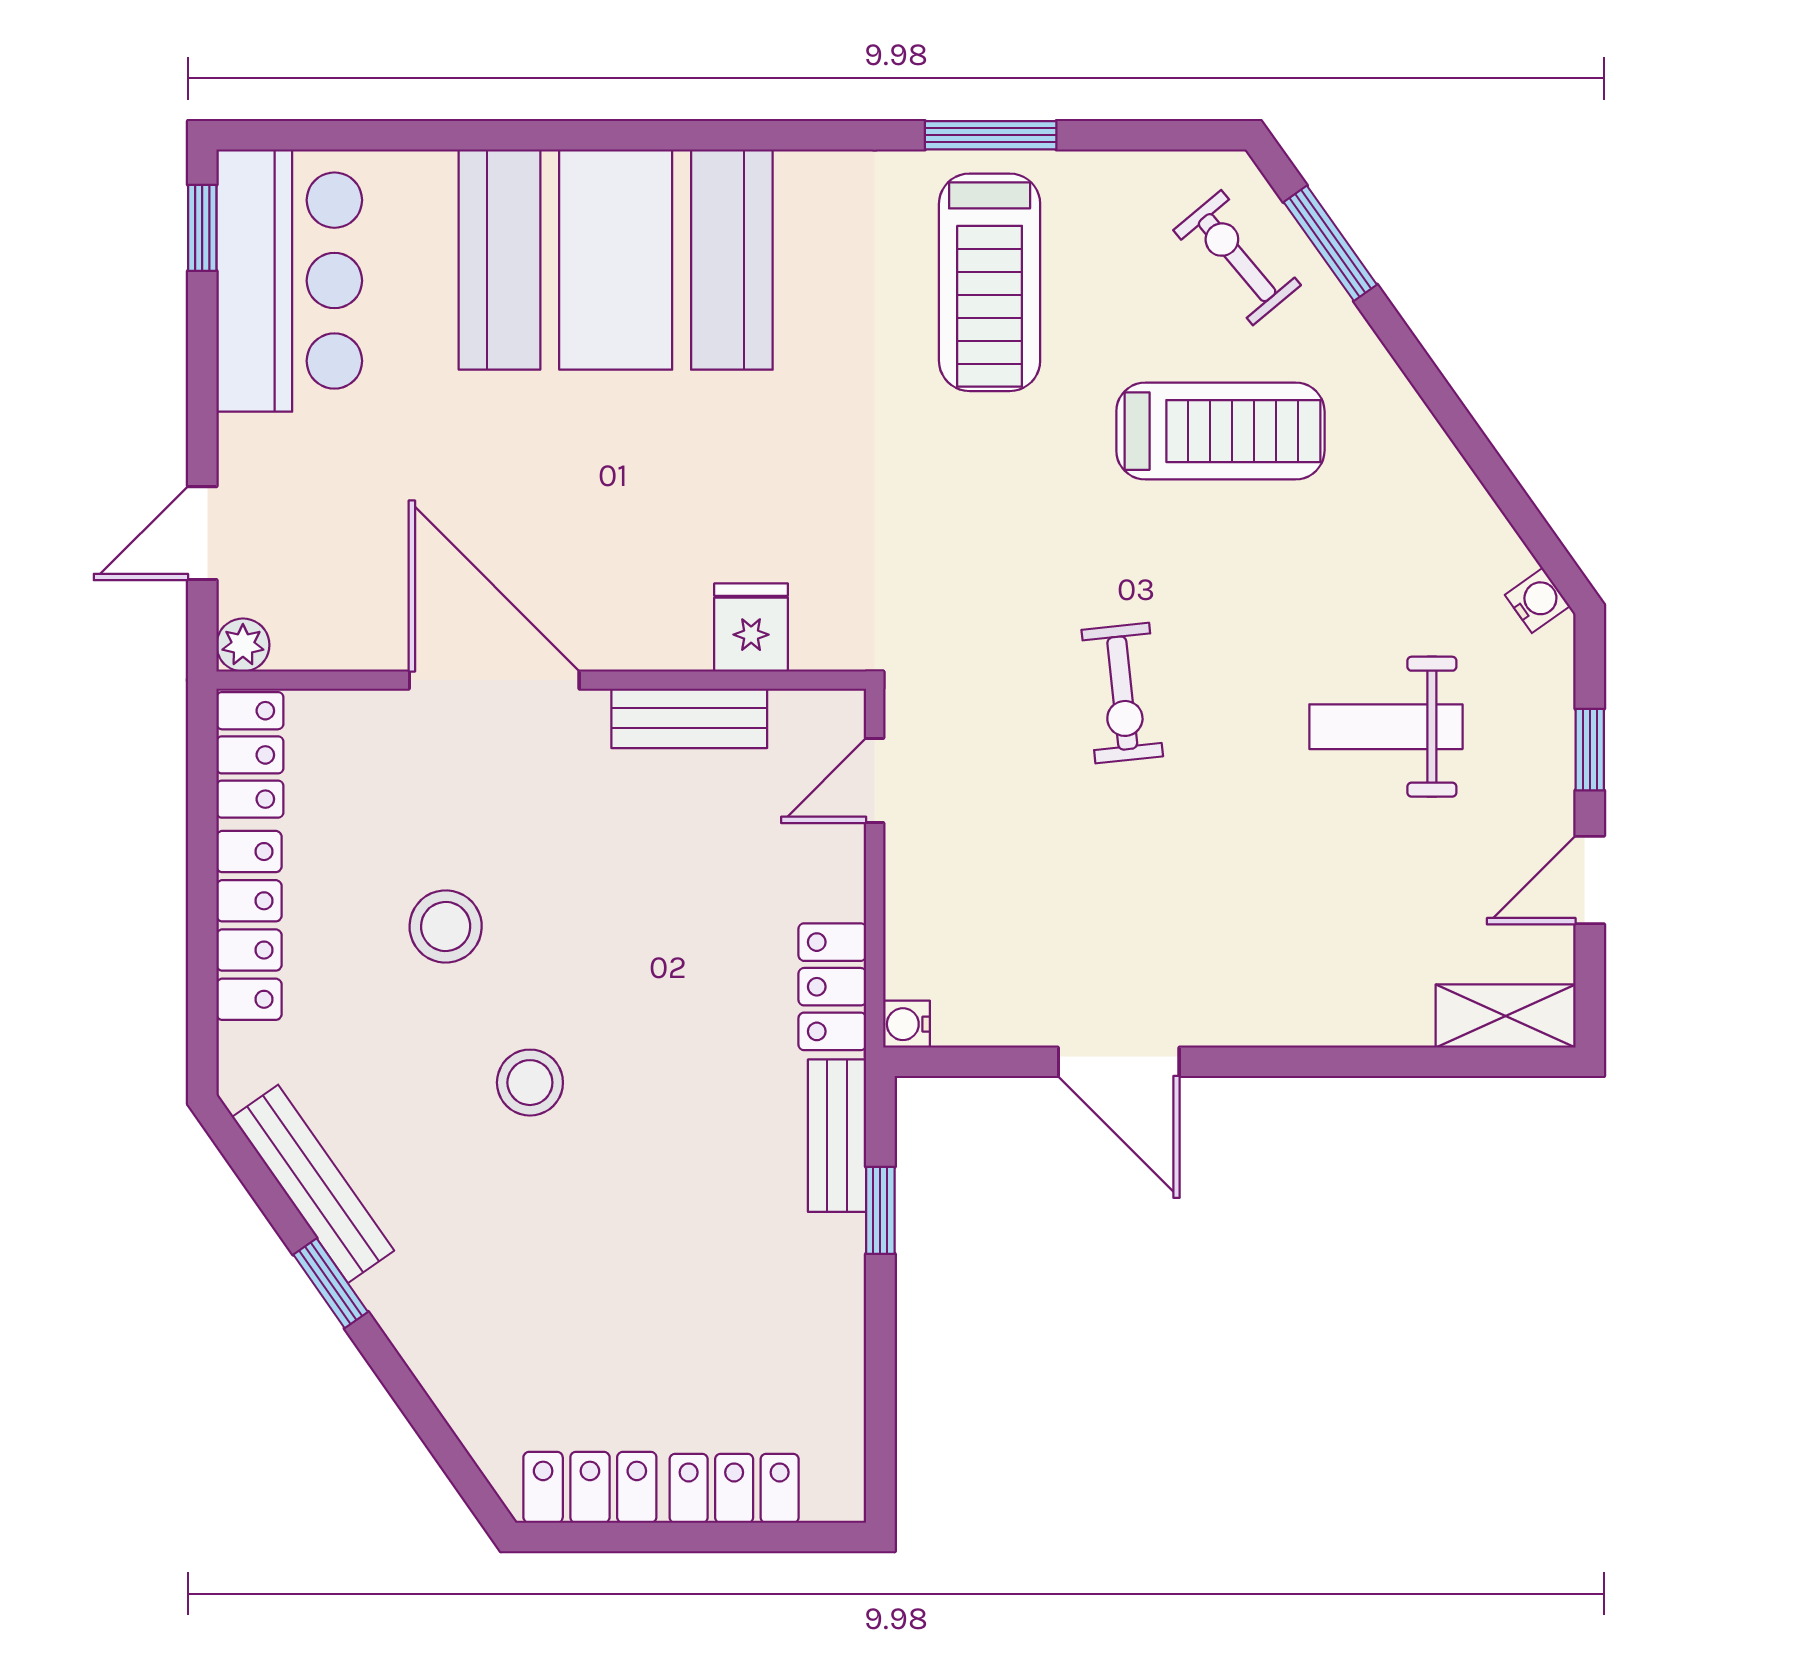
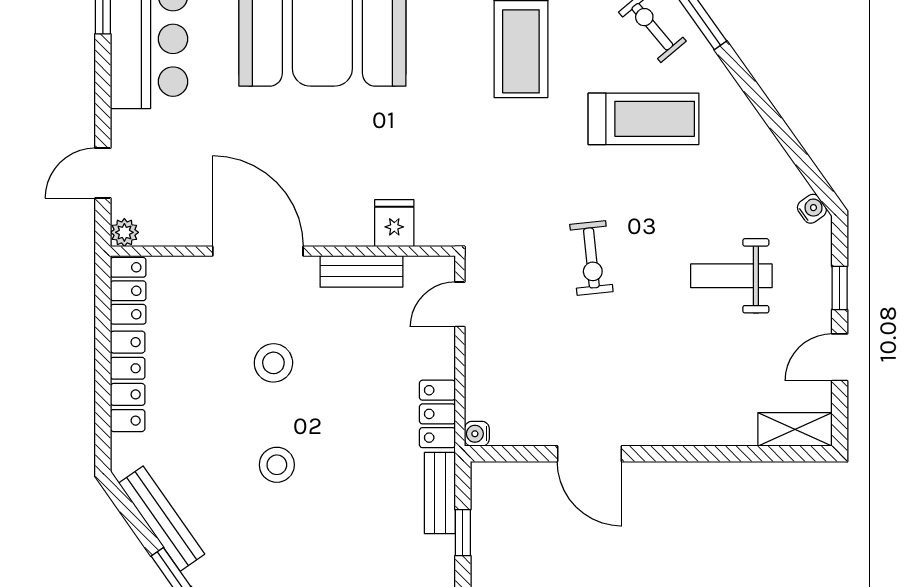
stool: (446, 926) -> (273, 363), moved

